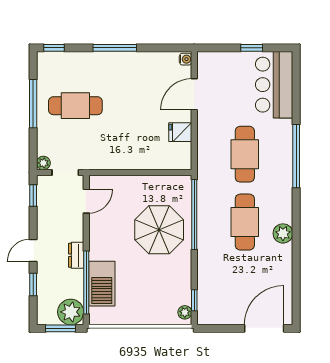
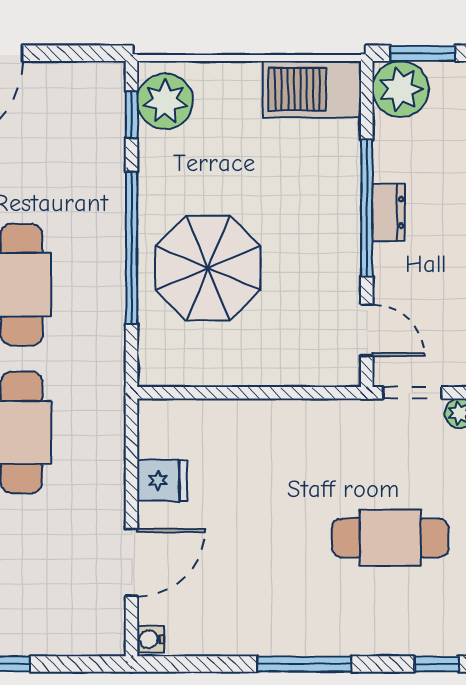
door: (86, 201) -> (367, 330), swing flipped
window: (194, 214) -> (132, 248), moved
window: (86, 282) -> (367, 208), moved
barbecue: (102, 284) -> (312, 89), moved, turned -90
plant: (185, 312) -> (165, 101), width x1.88, depth x1.88

